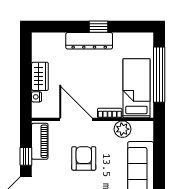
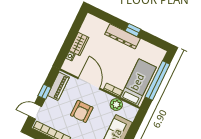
armchair: (84, 158) -> (82, 111), turned 180

